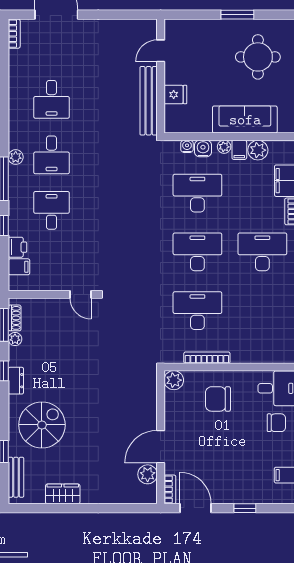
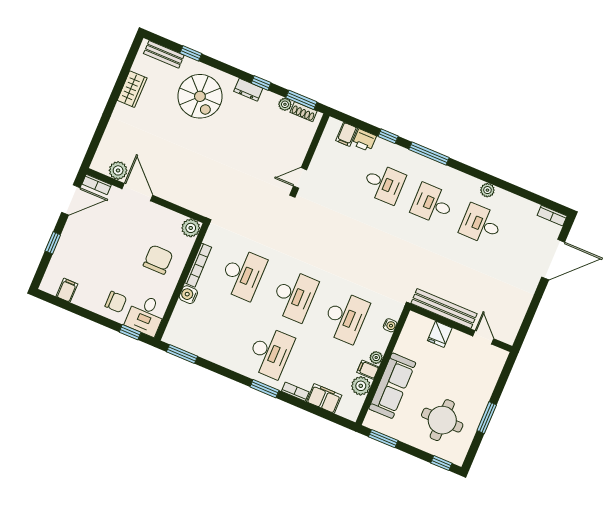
water cooler: (203, 149) -> (188, 295), moved, turned 180
plant: (16, 157) -> (487, 190), moved
chair: (276, 423) -> (116, 302), turned -90

